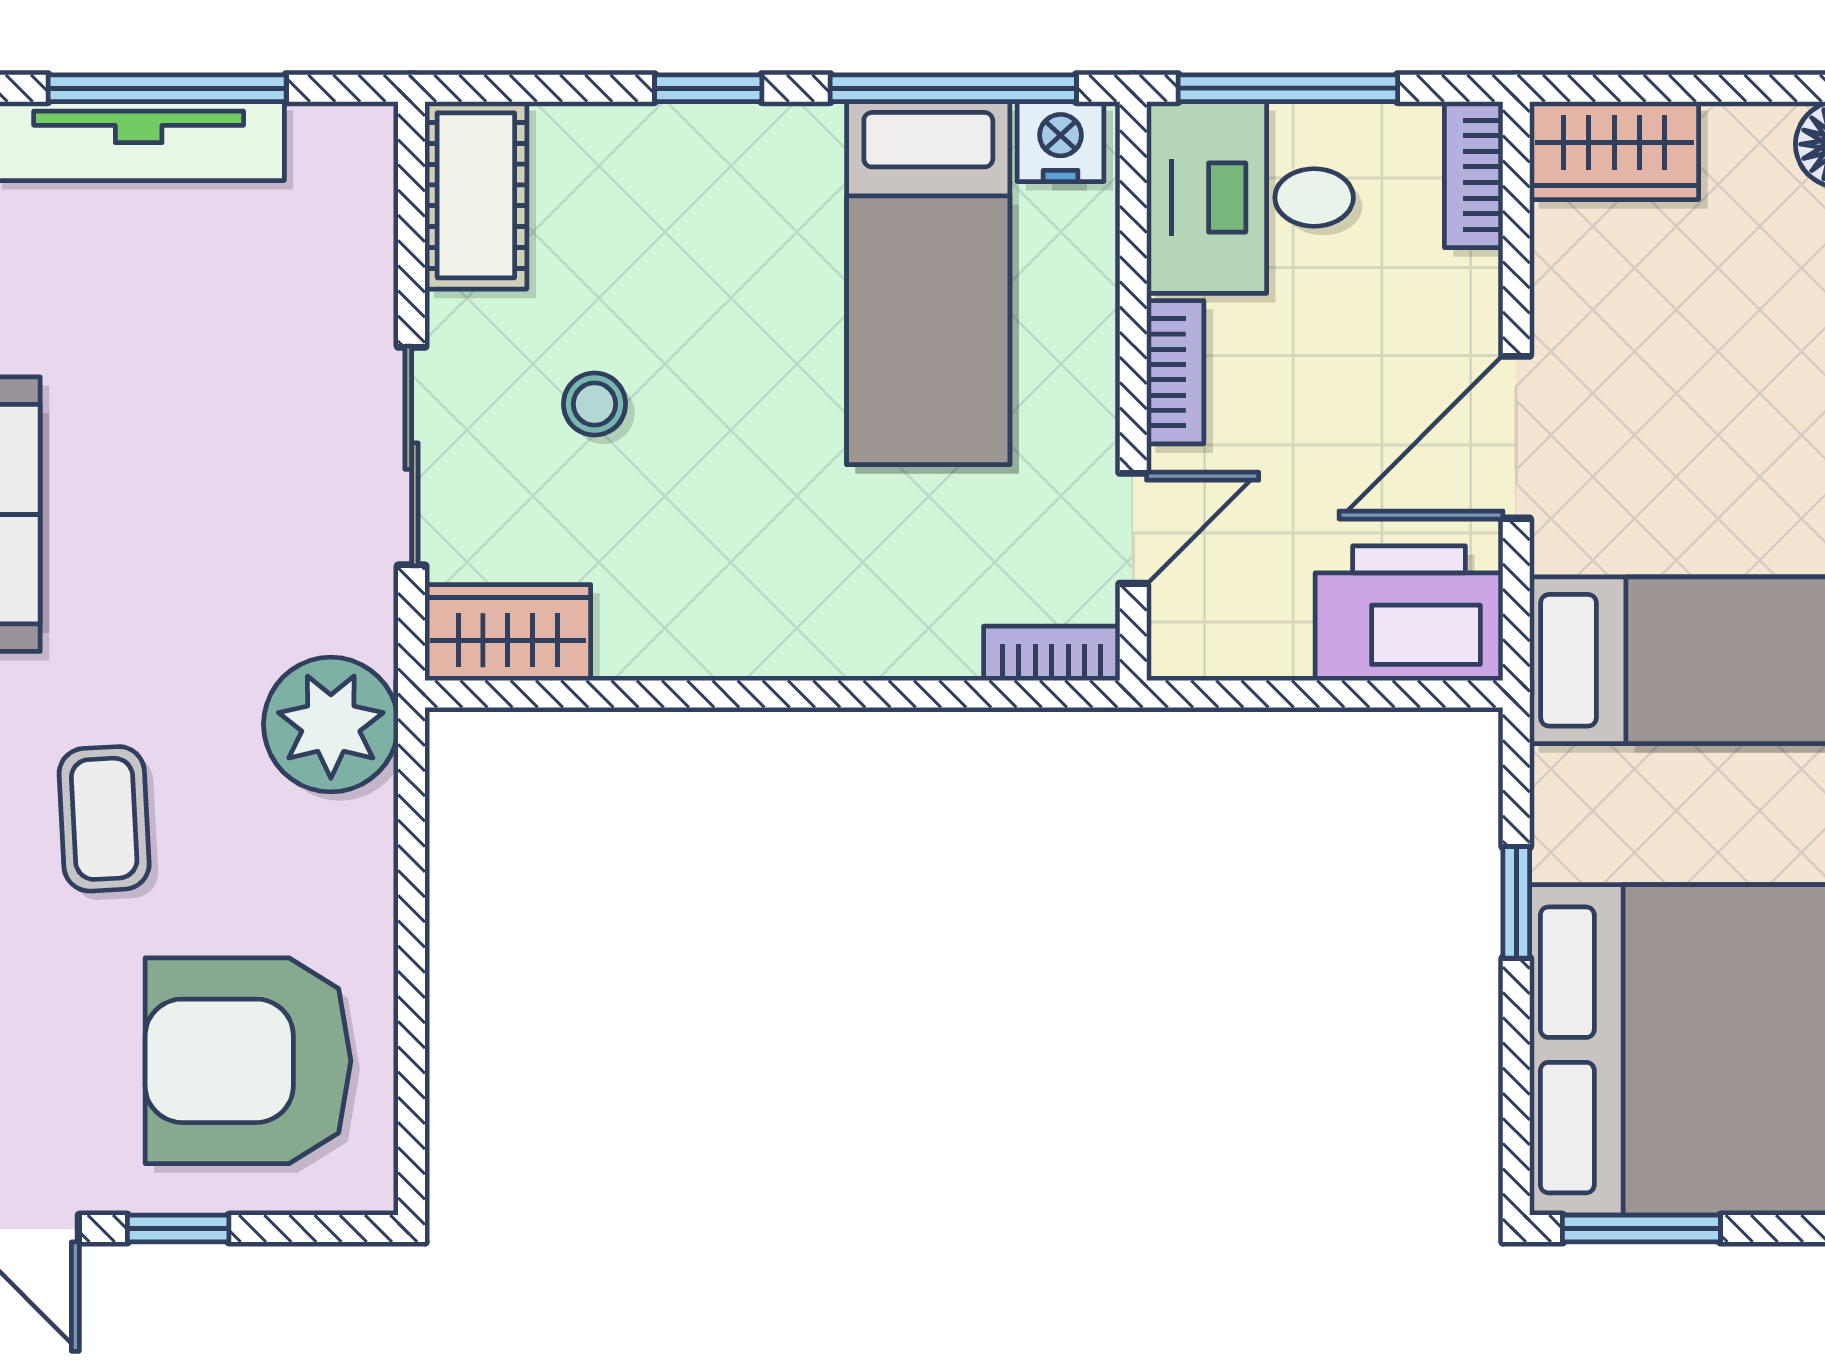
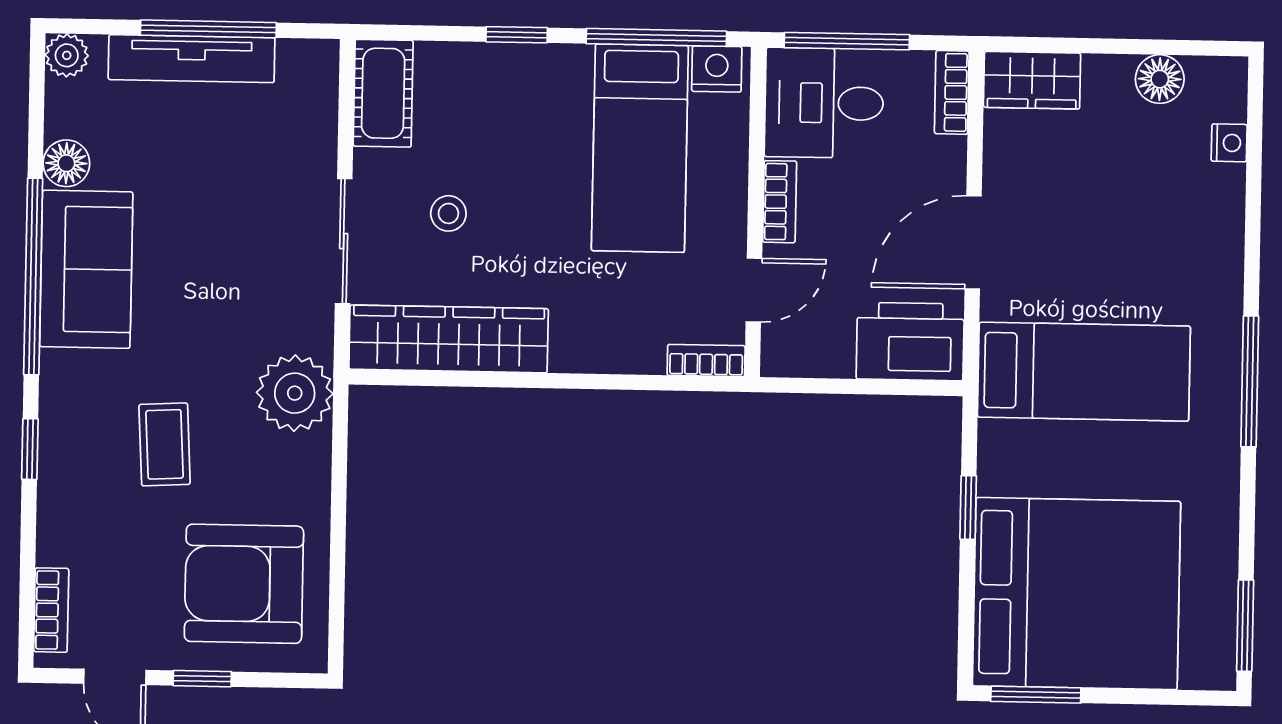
wardrobe: (508, 633) -> (449, 339), width x2.10, depth x1.17

